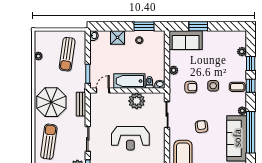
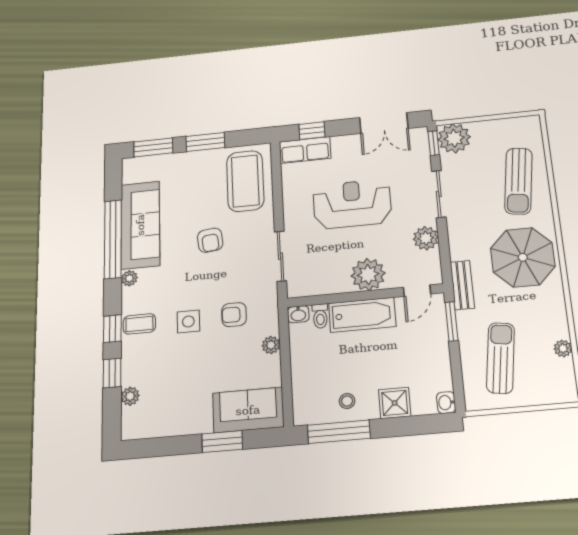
window: (144, 26) -> (339, 432), width x1.44
plant: (137, 101) -> (368, 275), moved
bench: (81, 104) -> (462, 285), moved
plant: (96, 117) -> (426, 238), added

